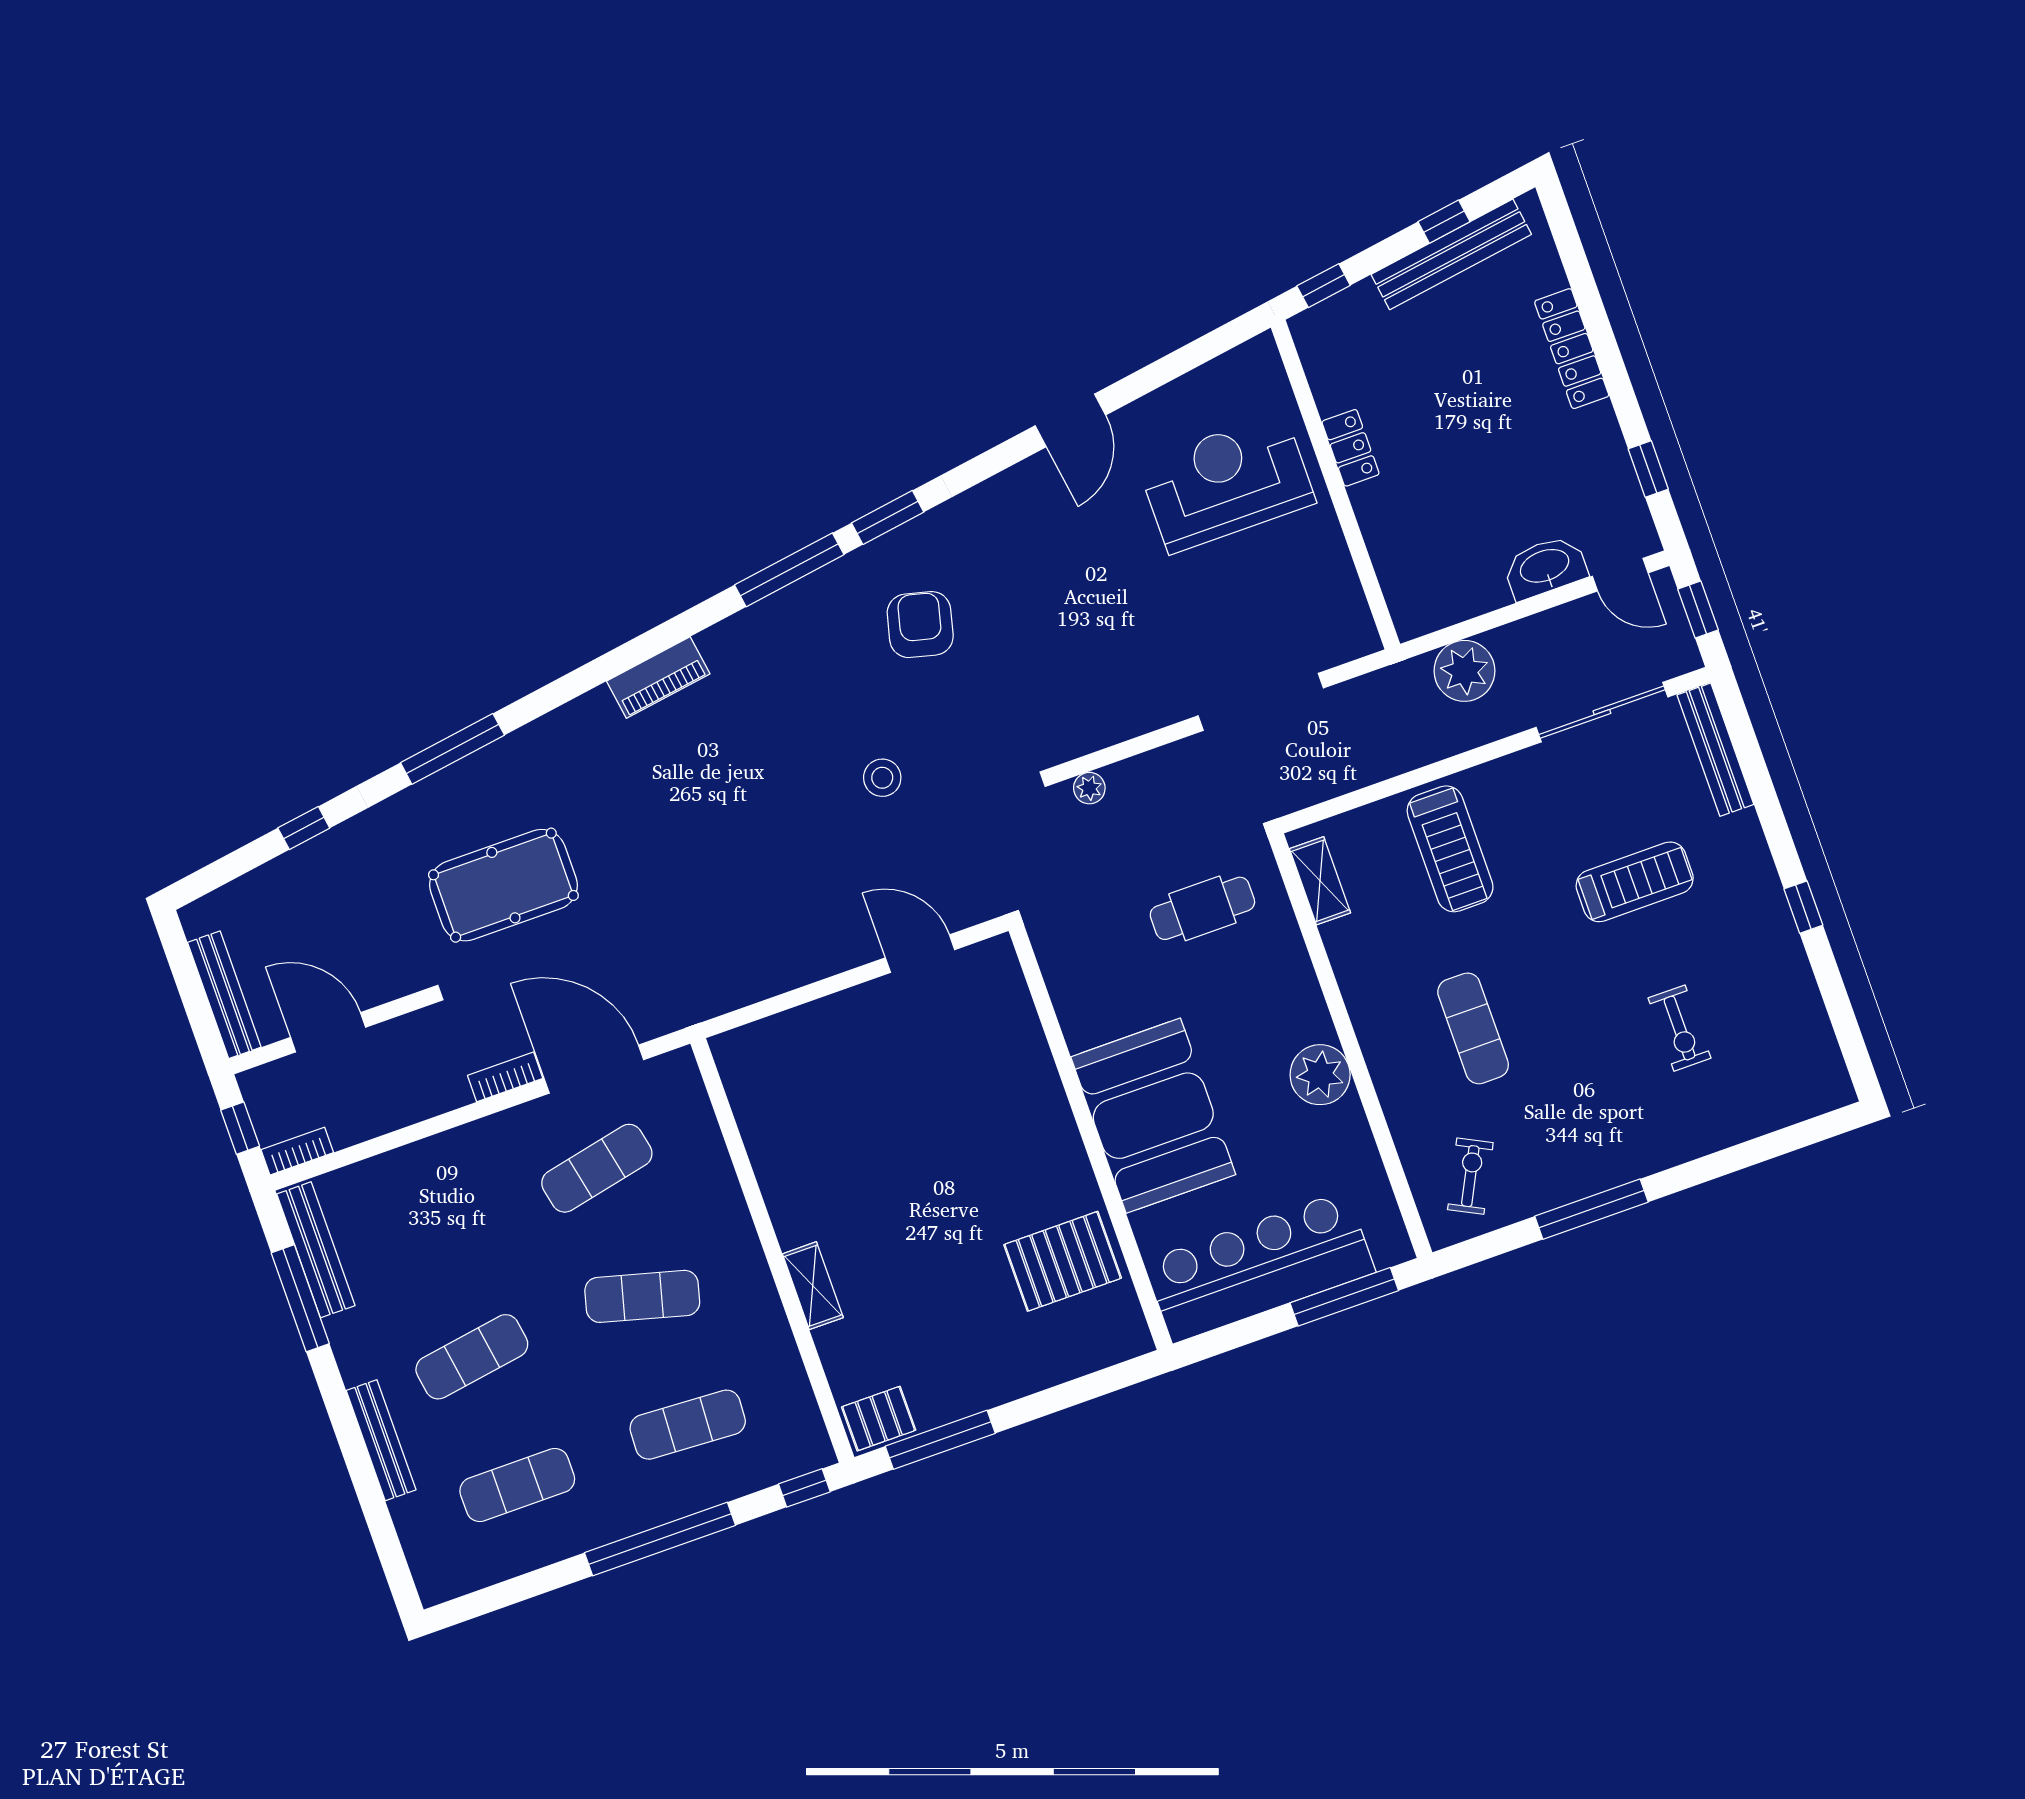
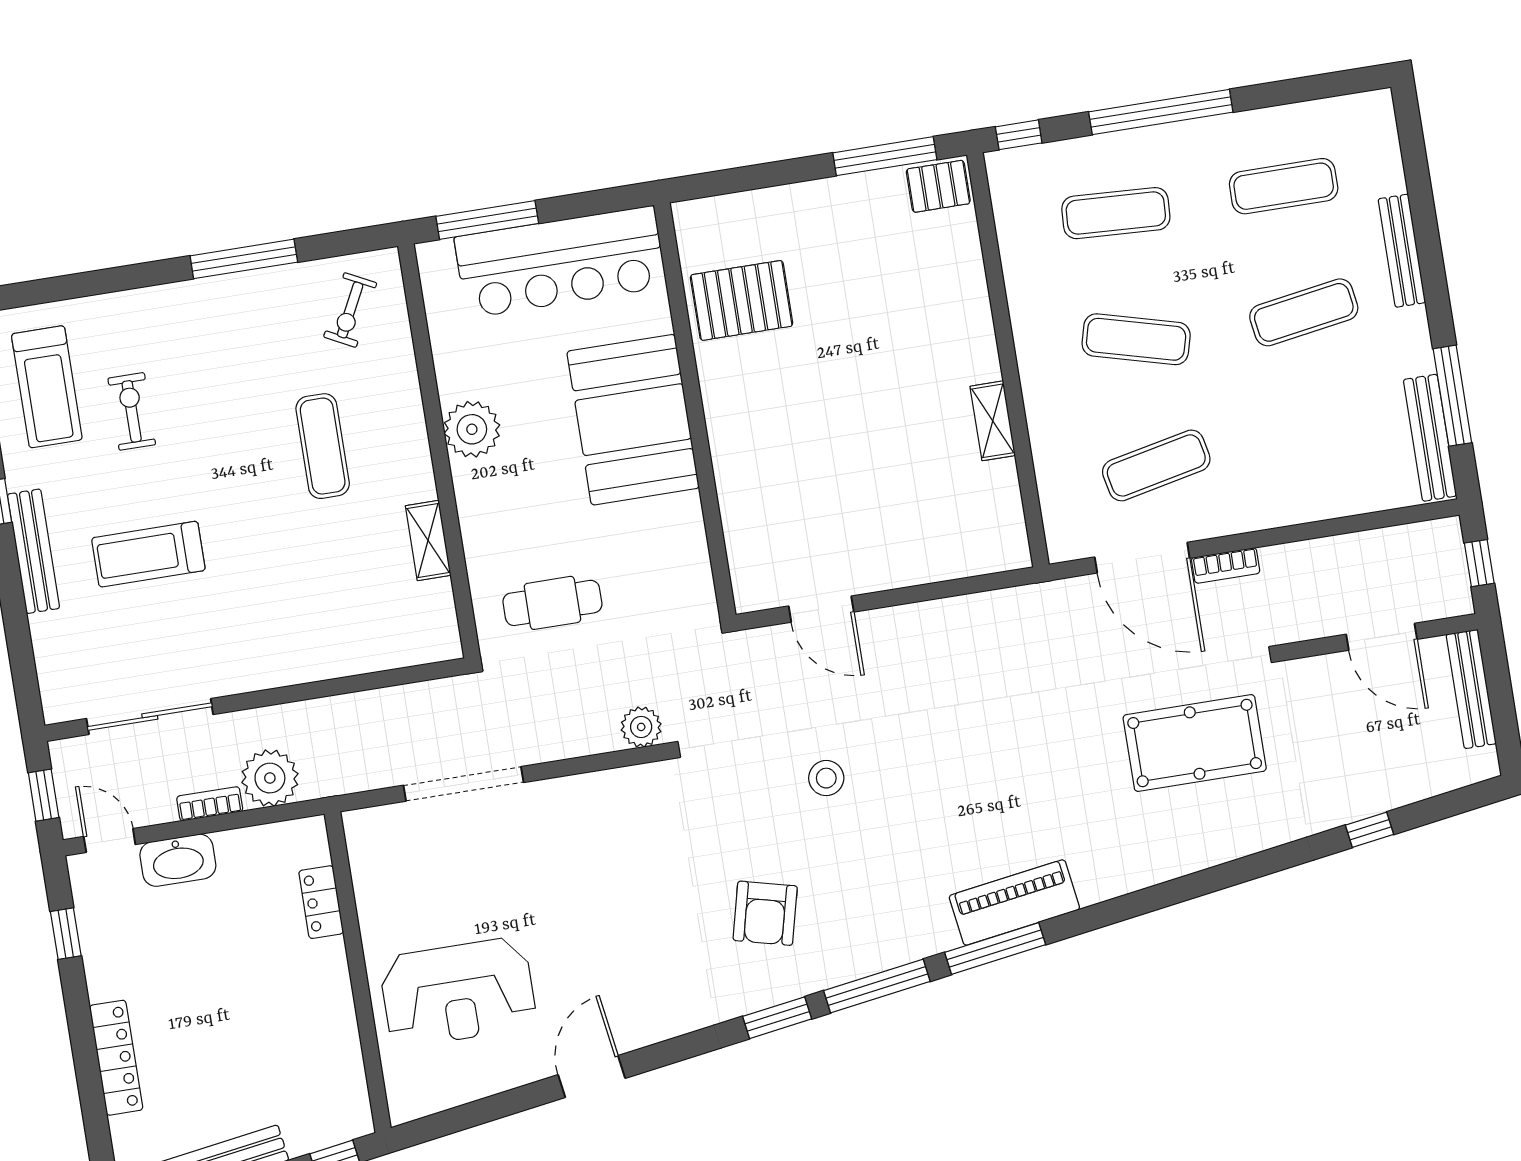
locker: (1351, 448) -> (321, 902), moved
piano: (658, 678) -> (1014, 902), width x1.37, depth x1.33
window: (452, 749) -> (995, 948), moved
bench: (1715, 750) -> (33, 551), moved
plant: (1089, 788) -> (641, 727), width x1.38, depth x1.38
treadmill: (1450, 849) -> (47, 387), moved, turned 180
shelving: (1320, 881) -> (428, 540), moved
bookcase: (297, 1151) -> (210, 804), moved, turned 180
shelving: (813, 1286) -> (993, 421), moved

